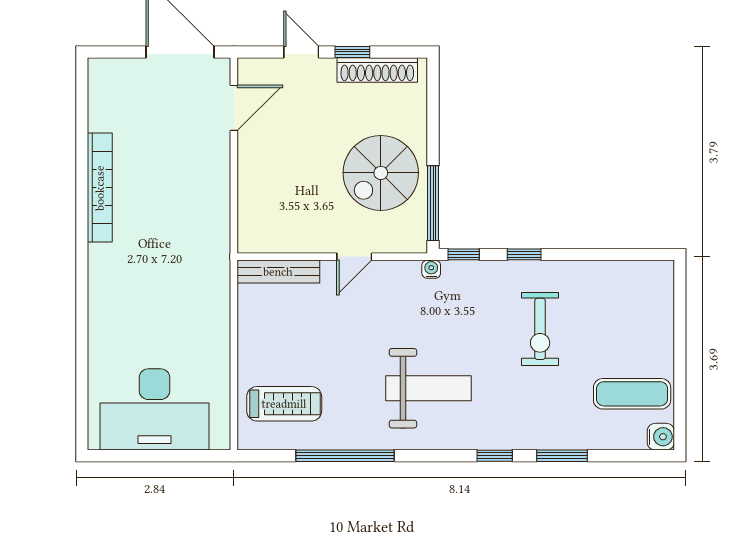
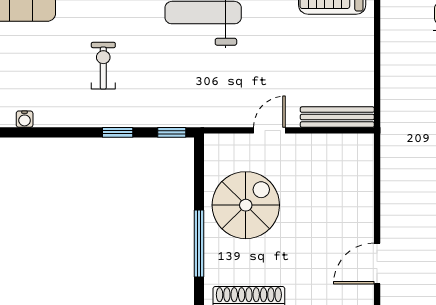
window: (433, 203) -> (199, 244), moved
water cooler: (431, 269) -> (25, 119), moved
exercise bike: (540, 329) -> (103, 66), width x0.73, depth x0.72

